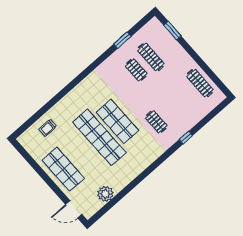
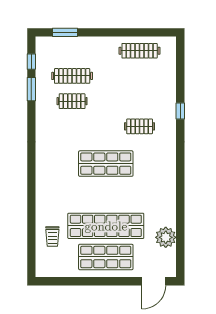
window: (138, 26) -> (31, 62), added
shop shelf: (99, 137) -> (106, 226), moved

